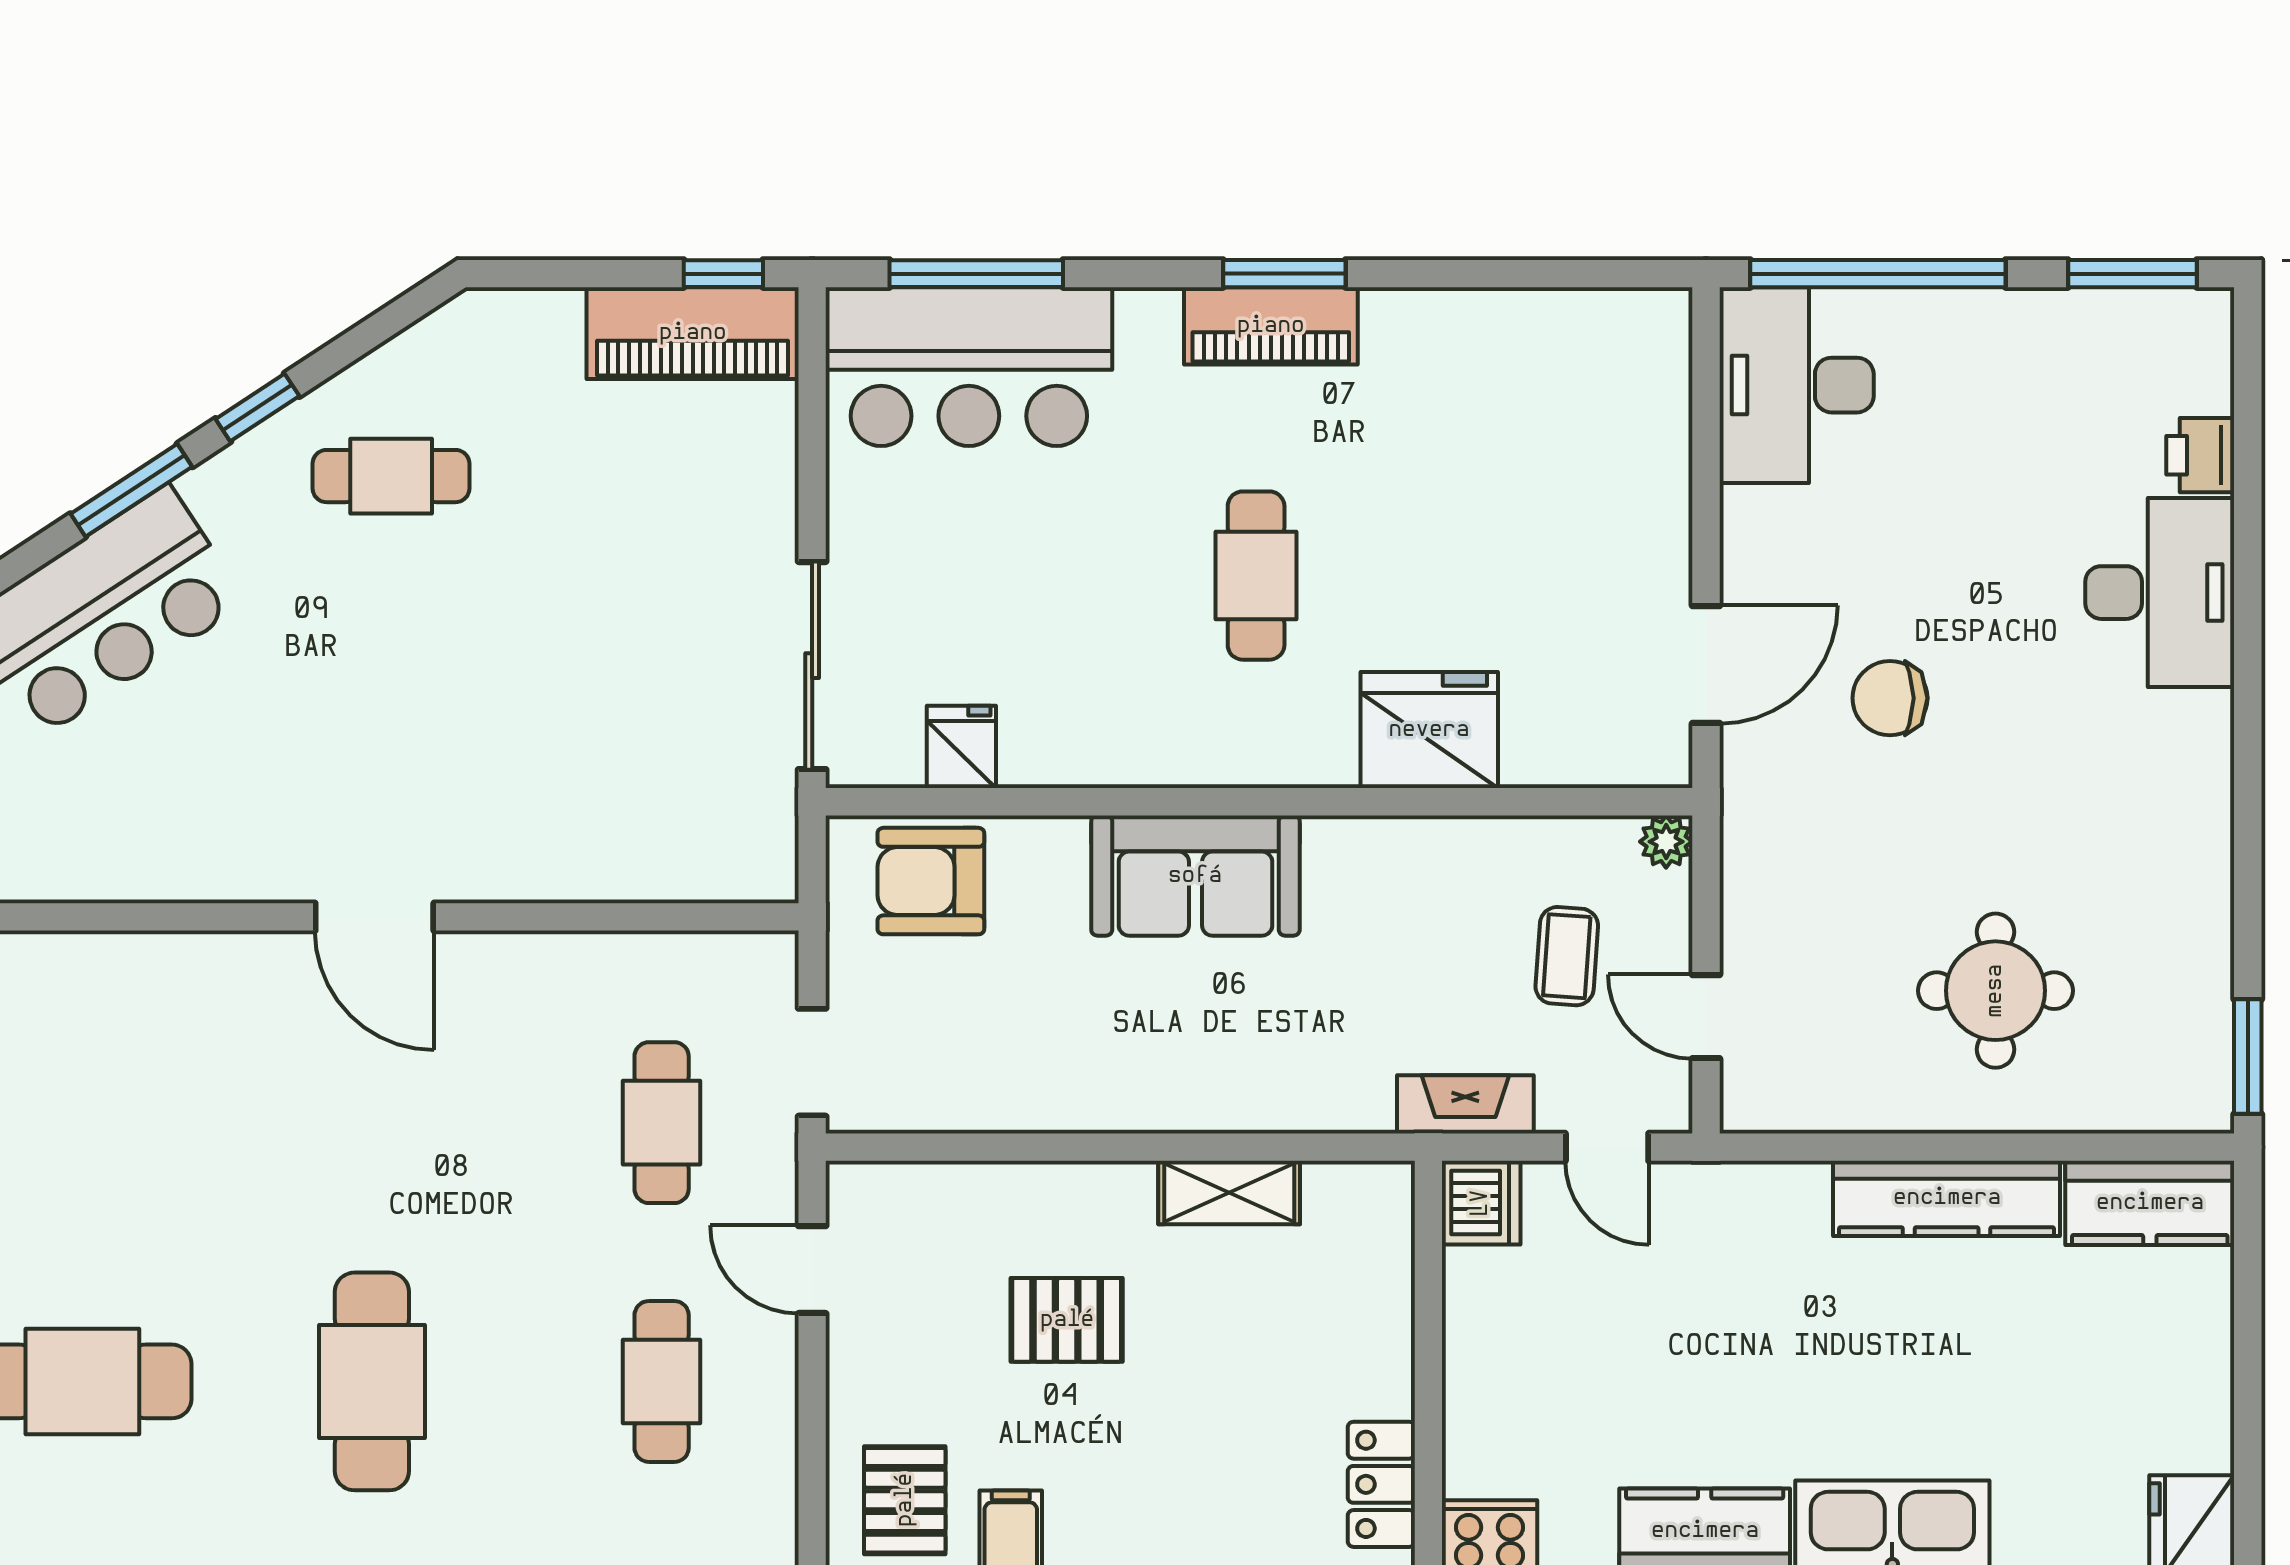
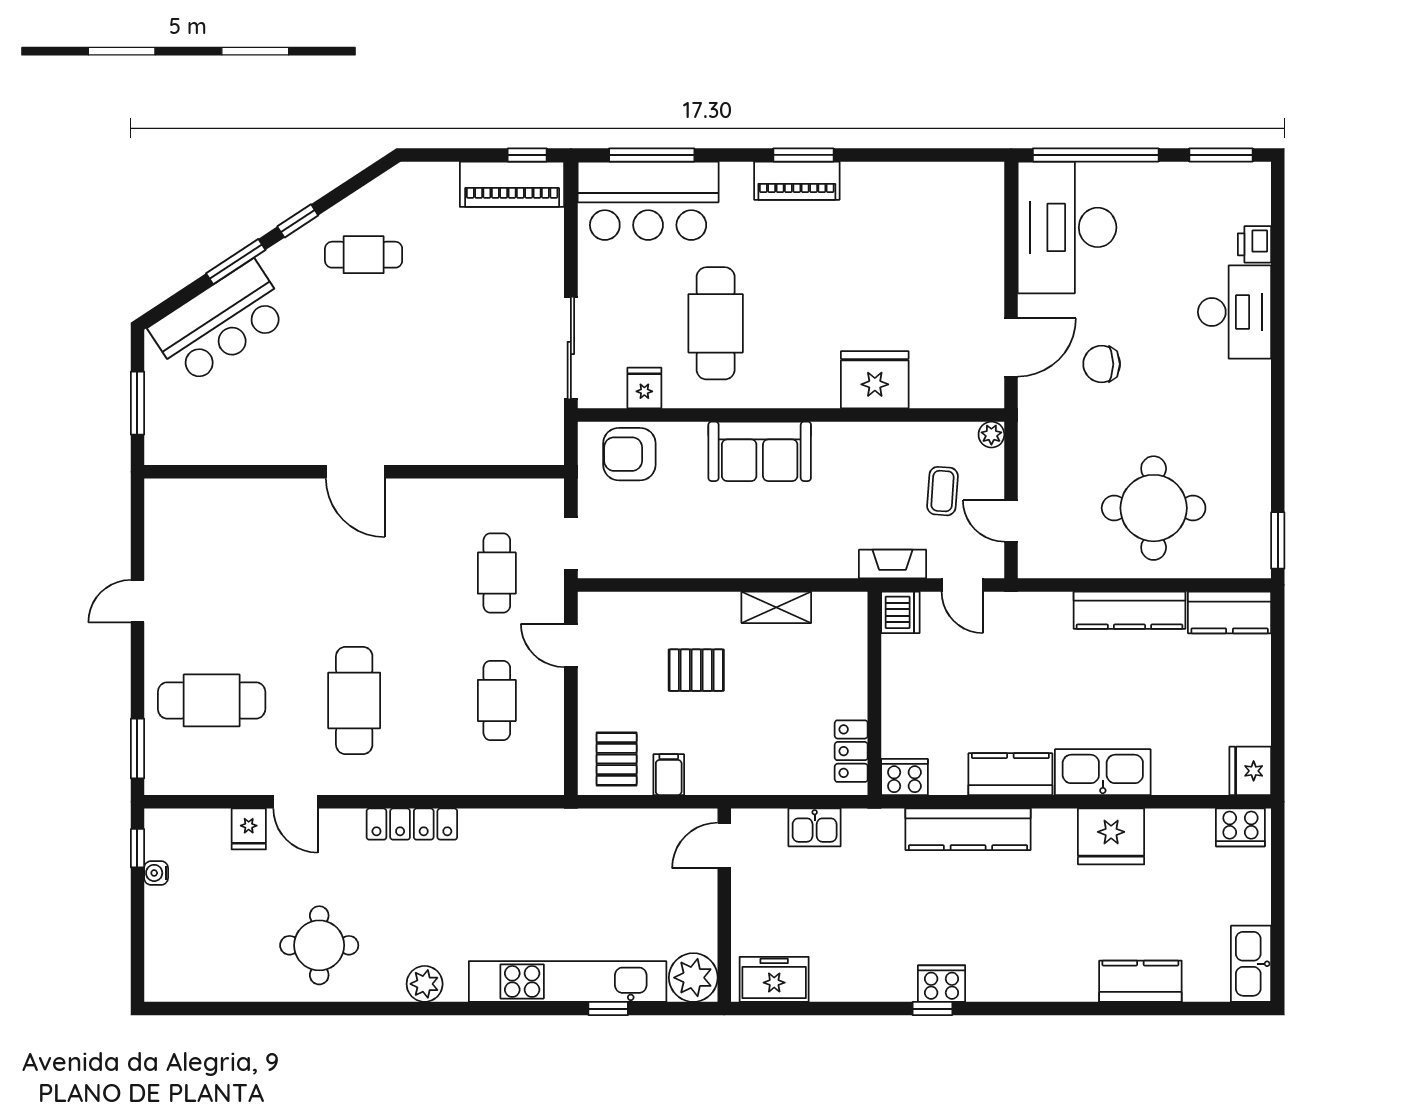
desk: (1797, 385) -> (1067, 227), width x1.36, depth x1.30
cafe table: (1256, 576) -> (716, 323), moved, width x1.37, depth x1.35
round table: (1995, 991) -> (1154, 508), width x1.36, depth x1.36

